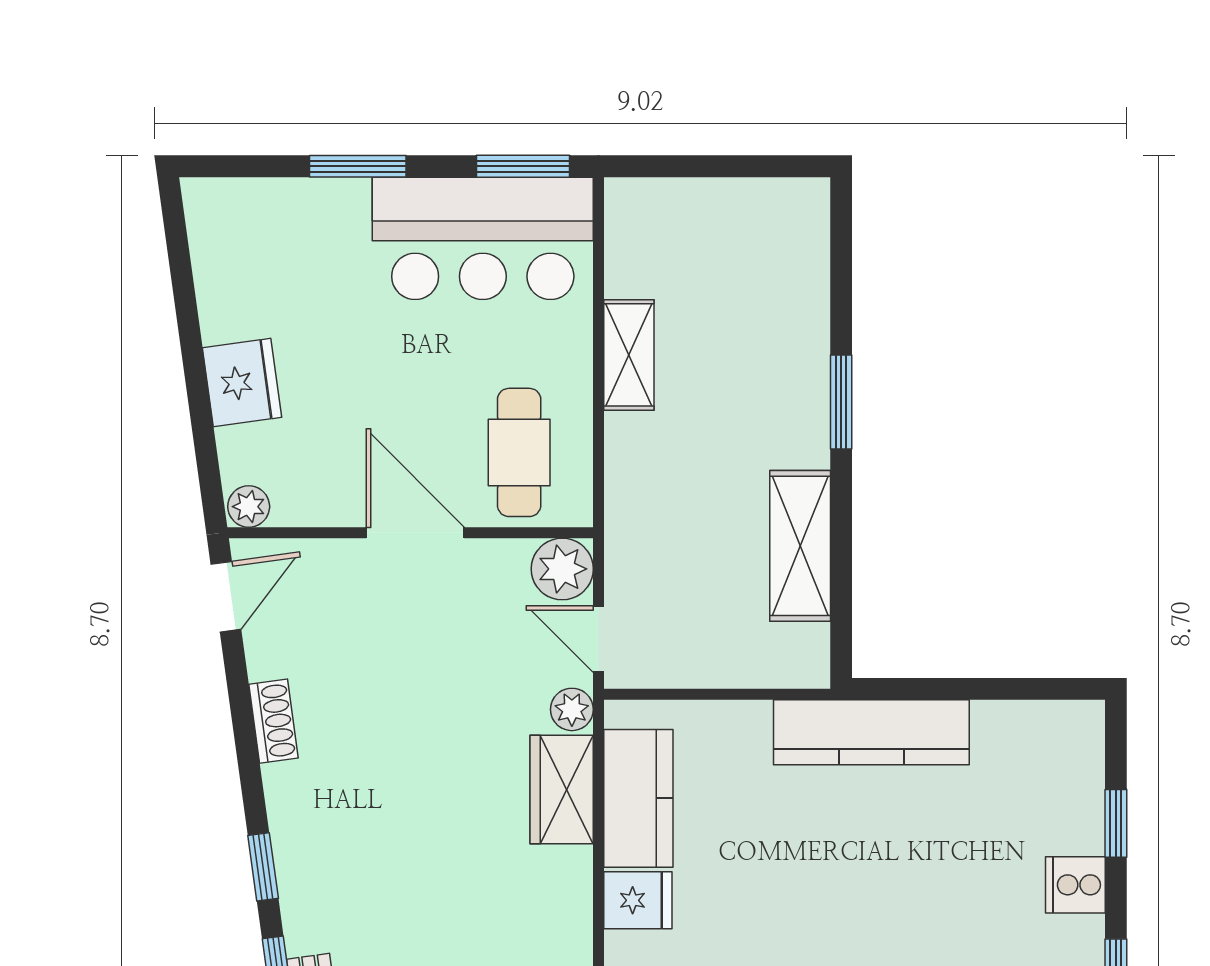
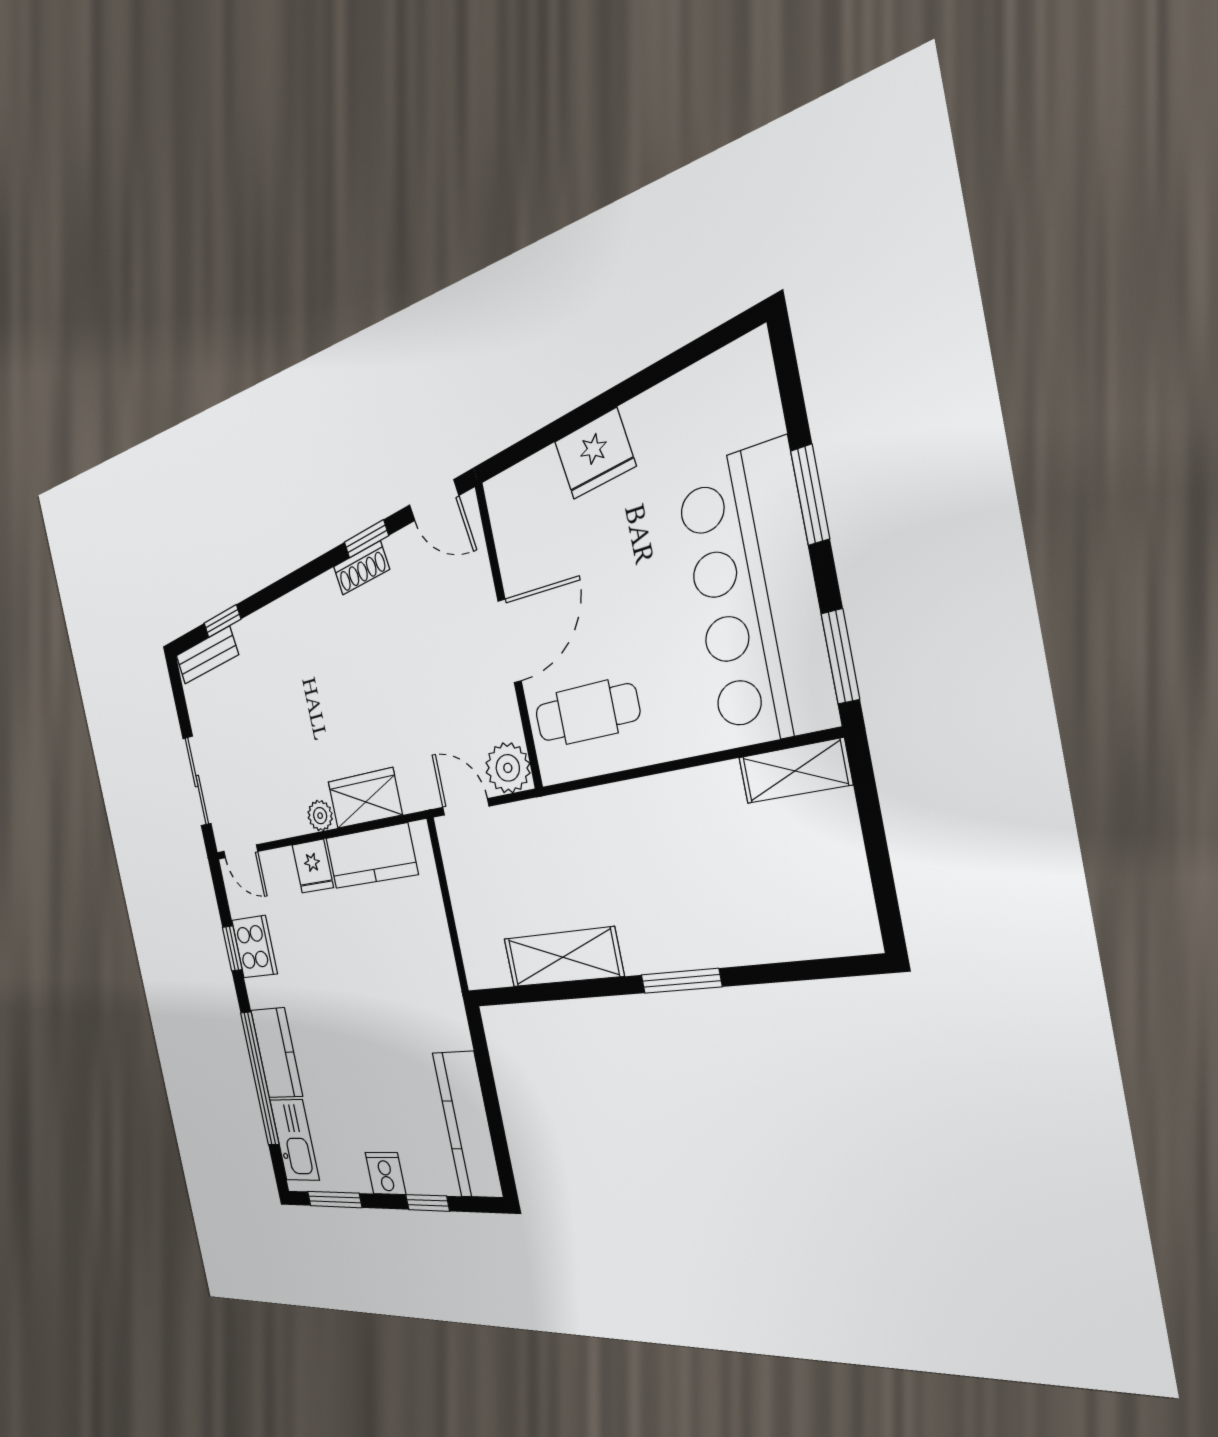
bar counter: (483, 238) -> (756, 597), width x1.36
shelving: (629, 355) -> (795, 771), moved
plant: (249, 507) -> (501, 495), removed
door: (599, 639) -> (466, 807), hinge flipped
plant: (572, 709) -> (320, 816), moved
kitchen counter: (871, 732) -> (468, 1125), moved
window: (263, 867) -> (366, 539), moved

